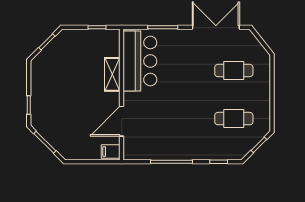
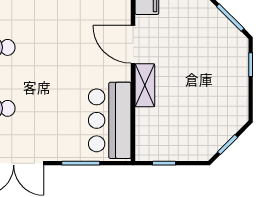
shelving: (112, 74) -> (145, 85), moved
door: (122, 121) -> (133, 44), swing flipped

